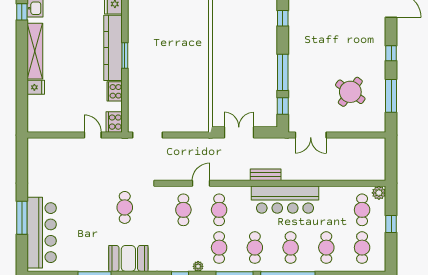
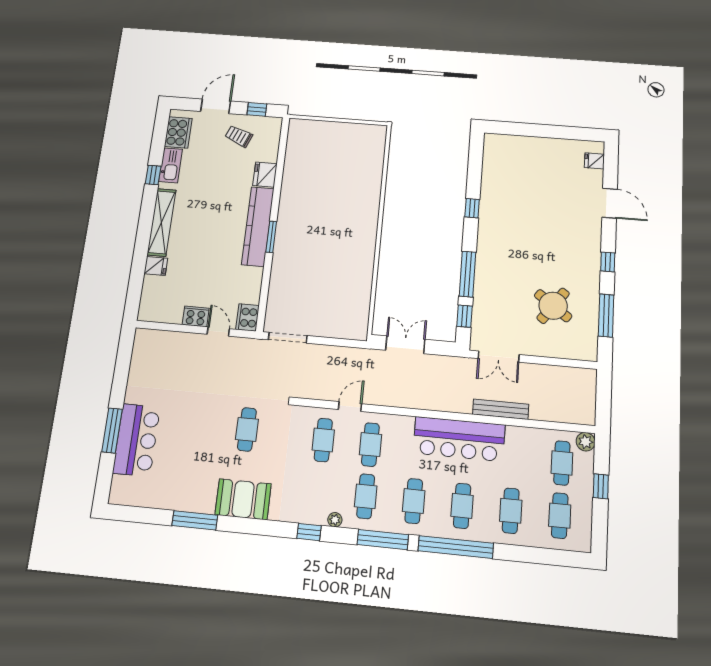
cooker: (115, 91) -> (196, 316), moved, turned 90
bench: (266, 175) -> (501, 409), moved, width x1.36
bar counter: (42, 233) -> (136, 440), width x0.73

